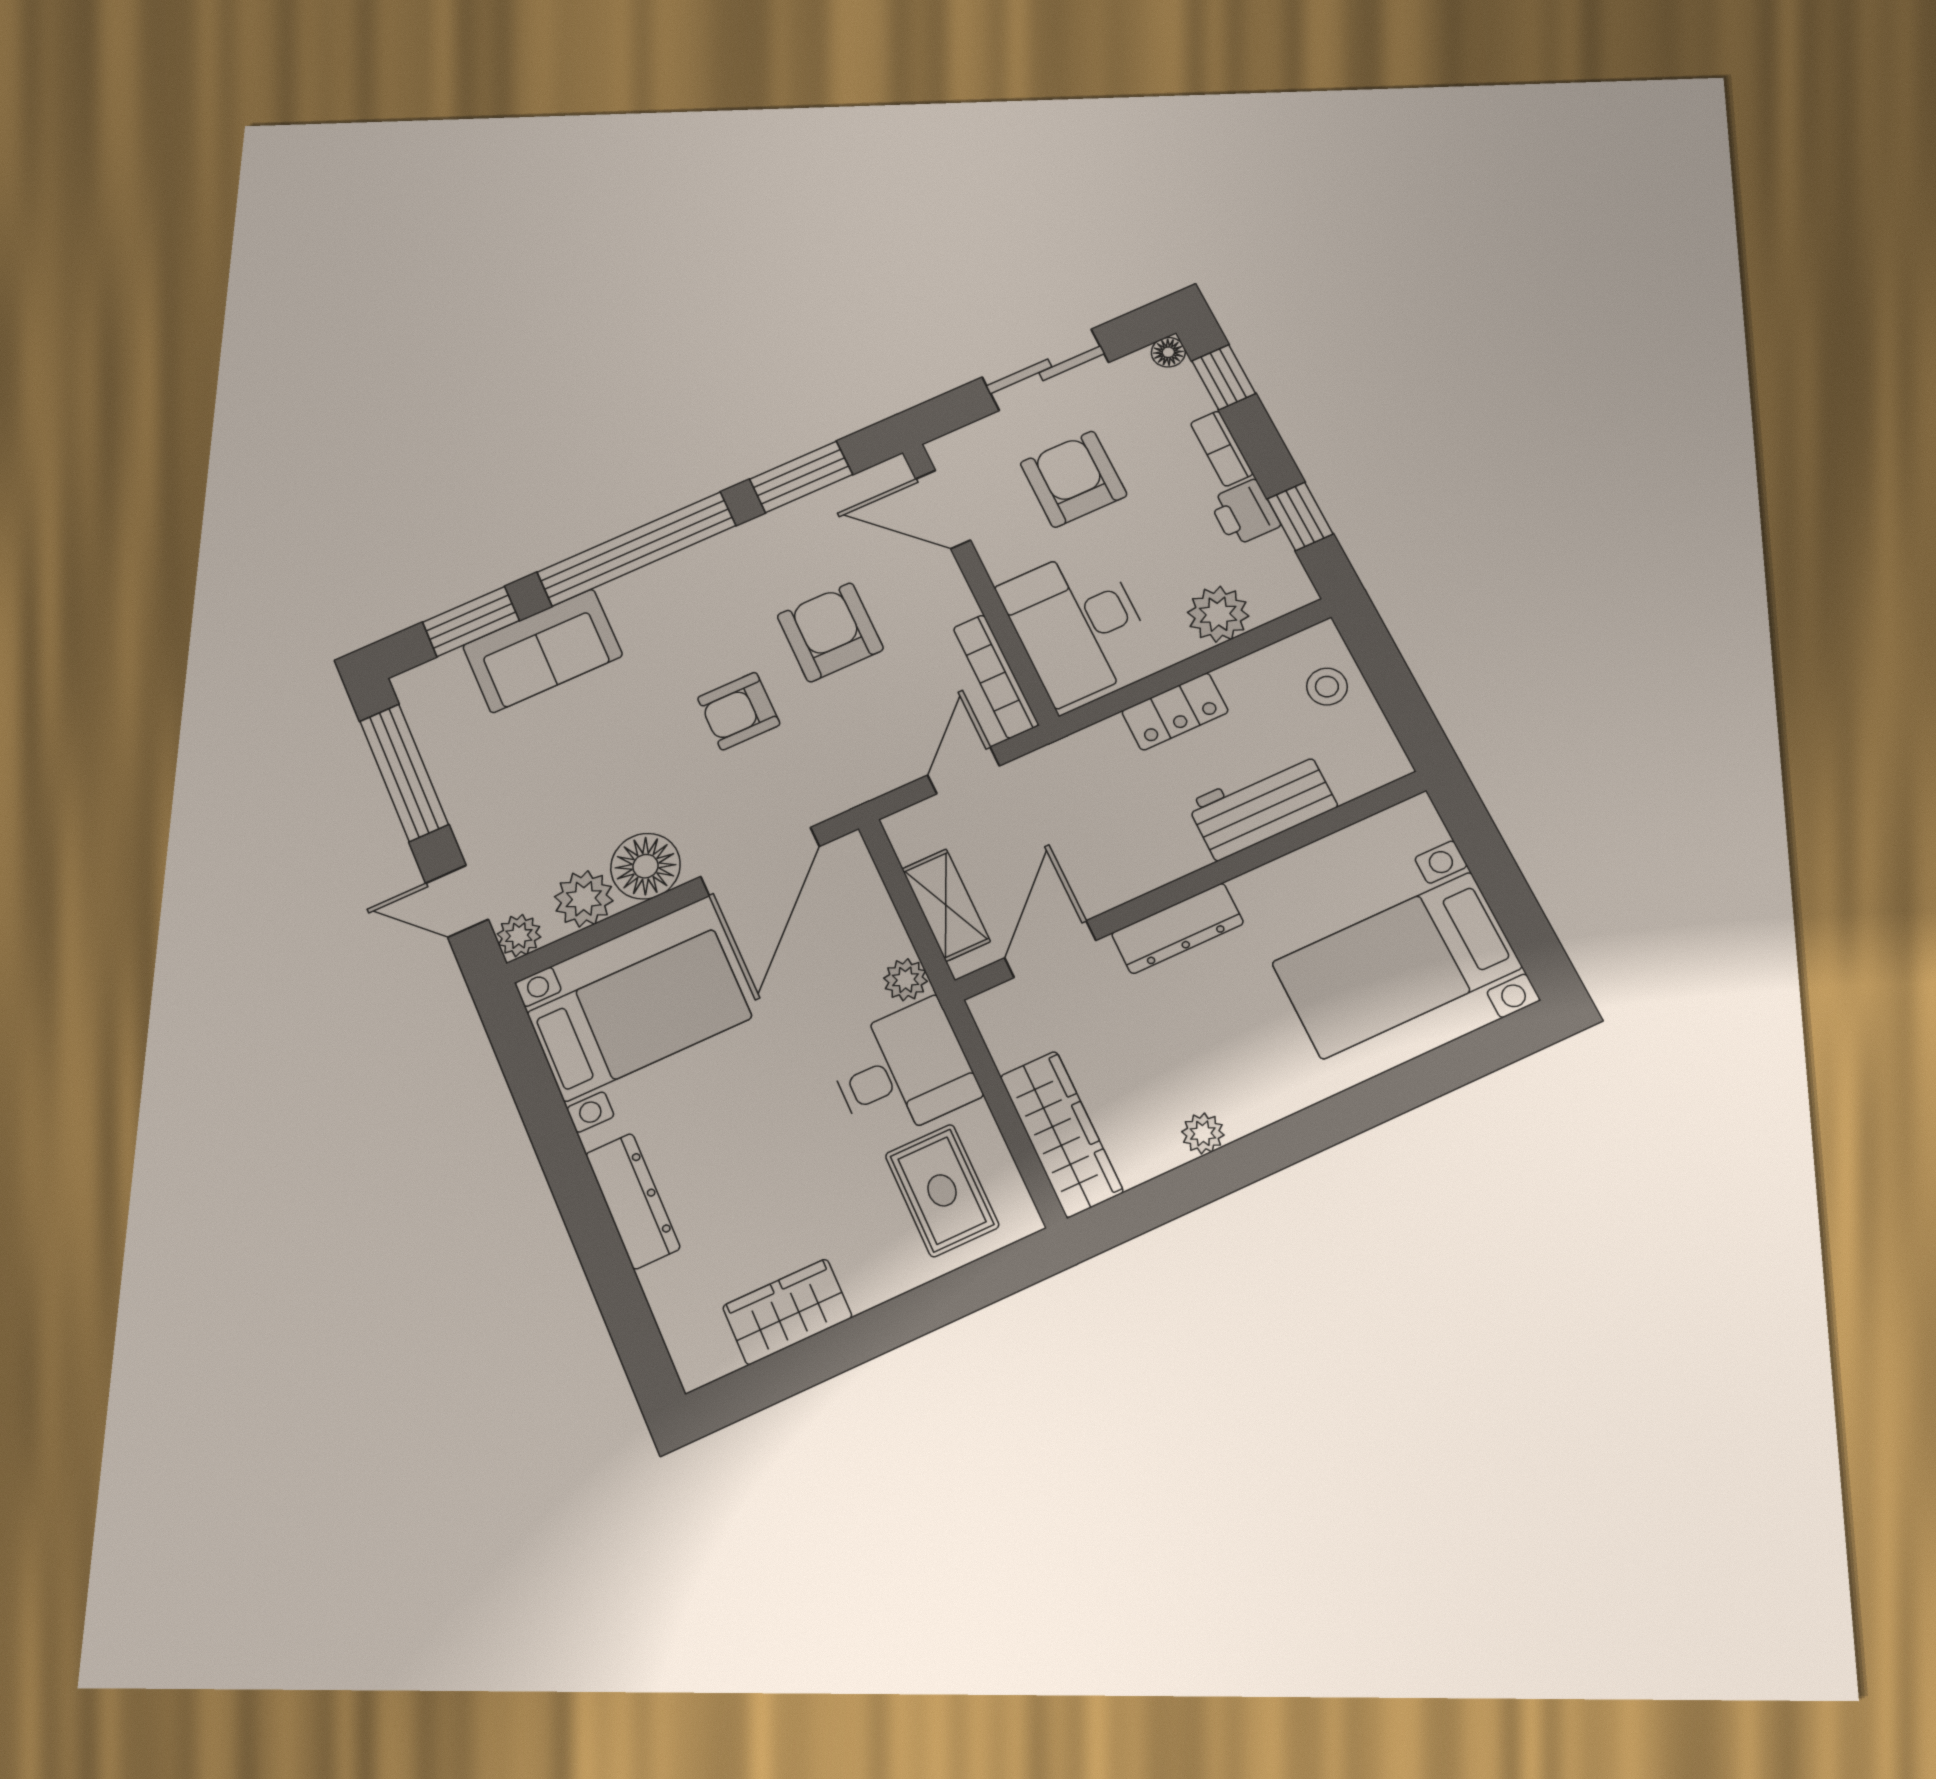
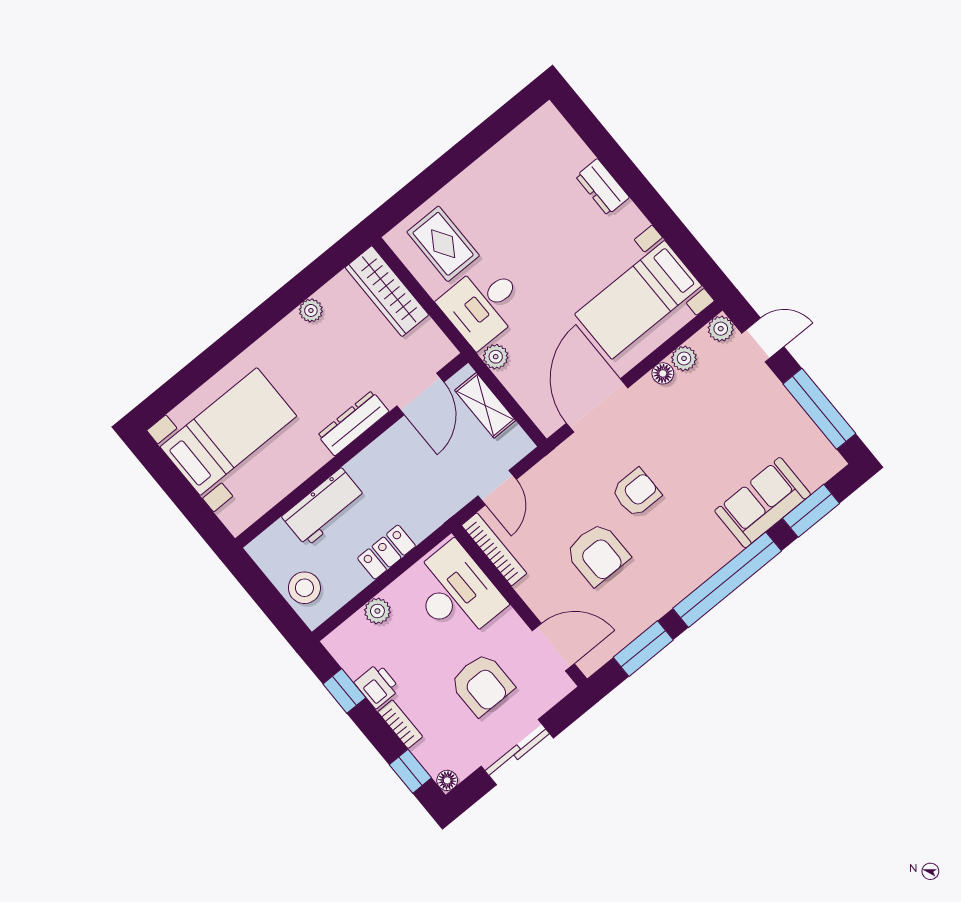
plant: (1218, 614) -> (377, 611), width x0.73, depth x0.73
stool: (1327, 687) -> (304, 588), width x1.37, depth x1.37
floor lamp: (645, 866) -> (663, 373), width x0.53, depth x0.53
plant: (584, 899) -> (684, 358), width x0.73, depth x0.73
dresser: (633, 1201) -> (602, 187), width x0.70
wardrobe: (787, 1312) -> (508, 157), removed

